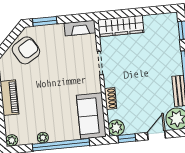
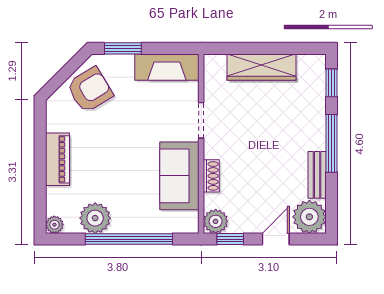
wardrobe: (121, 26) -> (262, 67), moved
fireplace: (80, 28) -> (167, 67), width x1.37, depth x1.32
sofa: (91, 116) -> (179, 176), moved
plant: (43, 138) -> (95, 218), width x1.88, depth x1.88

